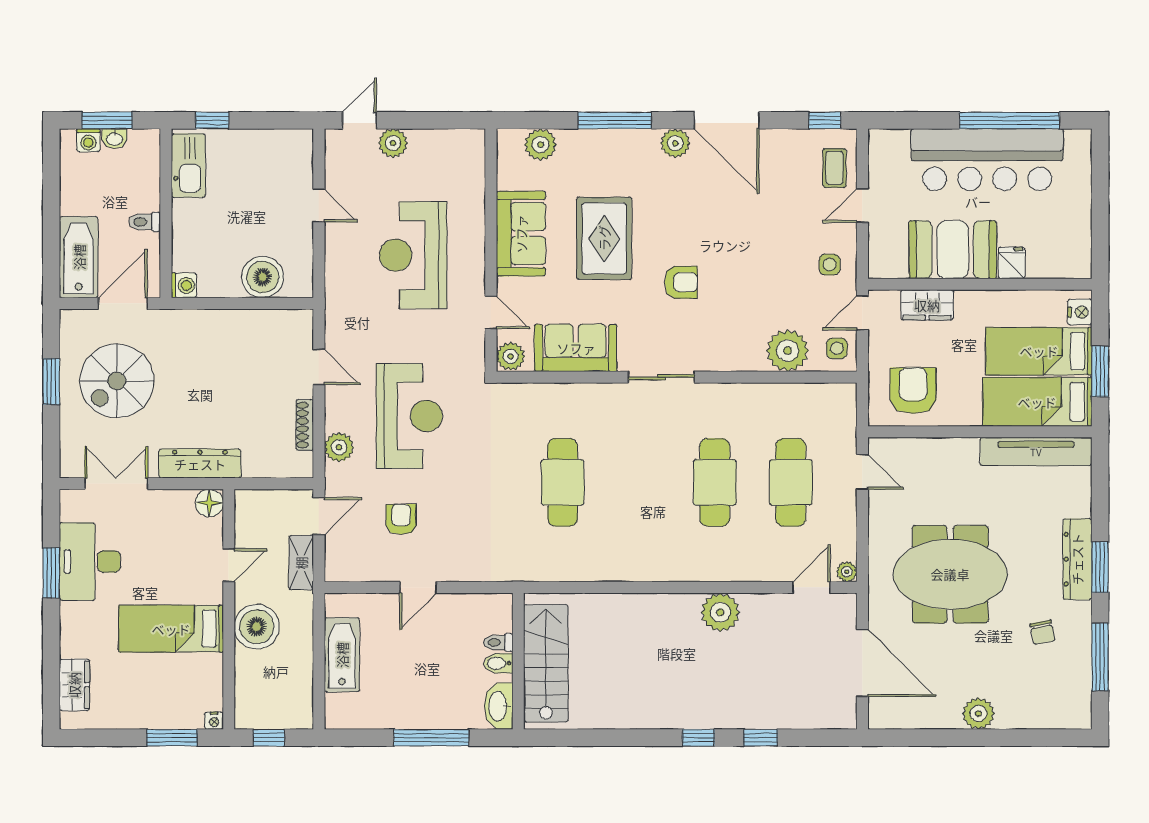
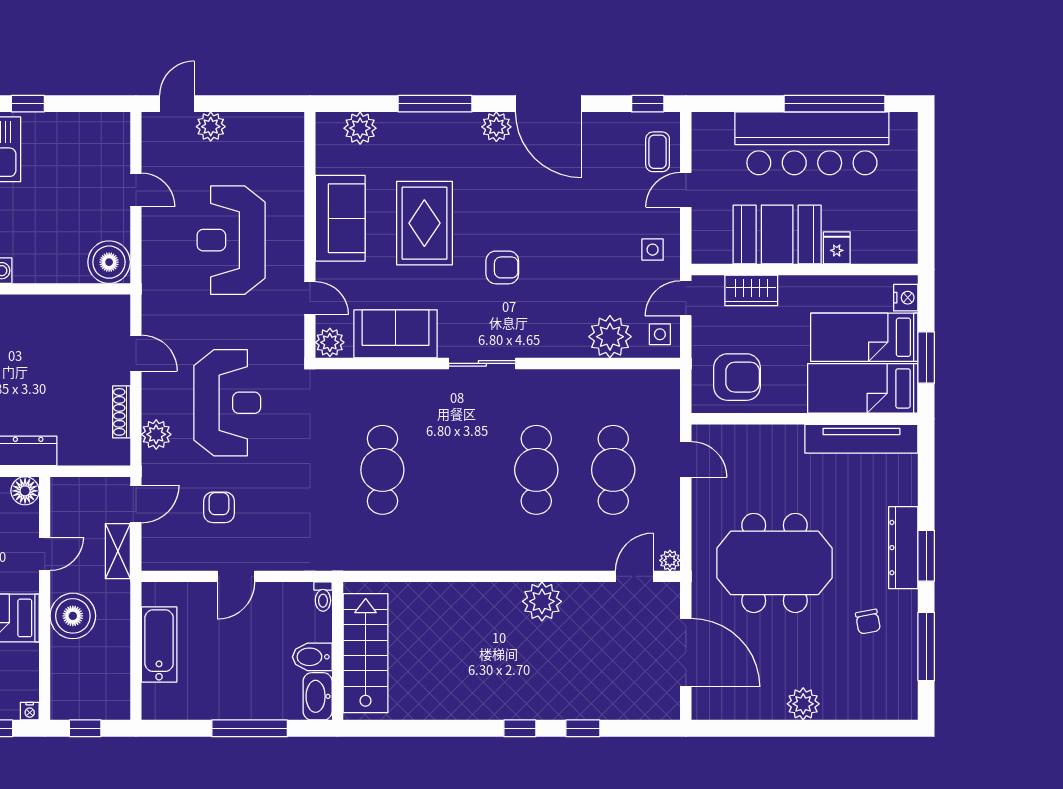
boiler: (263, 277) -> (109, 262), moved
armchair: (913, 391) -> (737, 377), turned 90
toilet: (498, 642) -> (323, 597), moved, turned -90
bidet: (498, 663) -> (312, 657), width x1.38, depth x1.36

